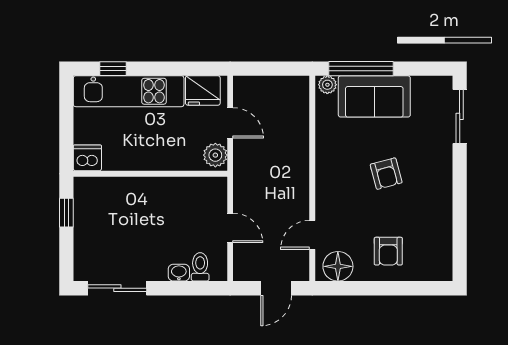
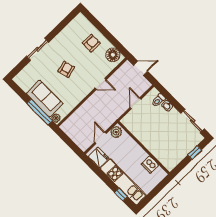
sliding door: (460, 116) -> (38, 49), moved
dishwasher: (87, 158) -> (150, 165), moved
window: (66, 213) -> (195, 152), moved
door: (312, 235) -> (101, 84), moved

